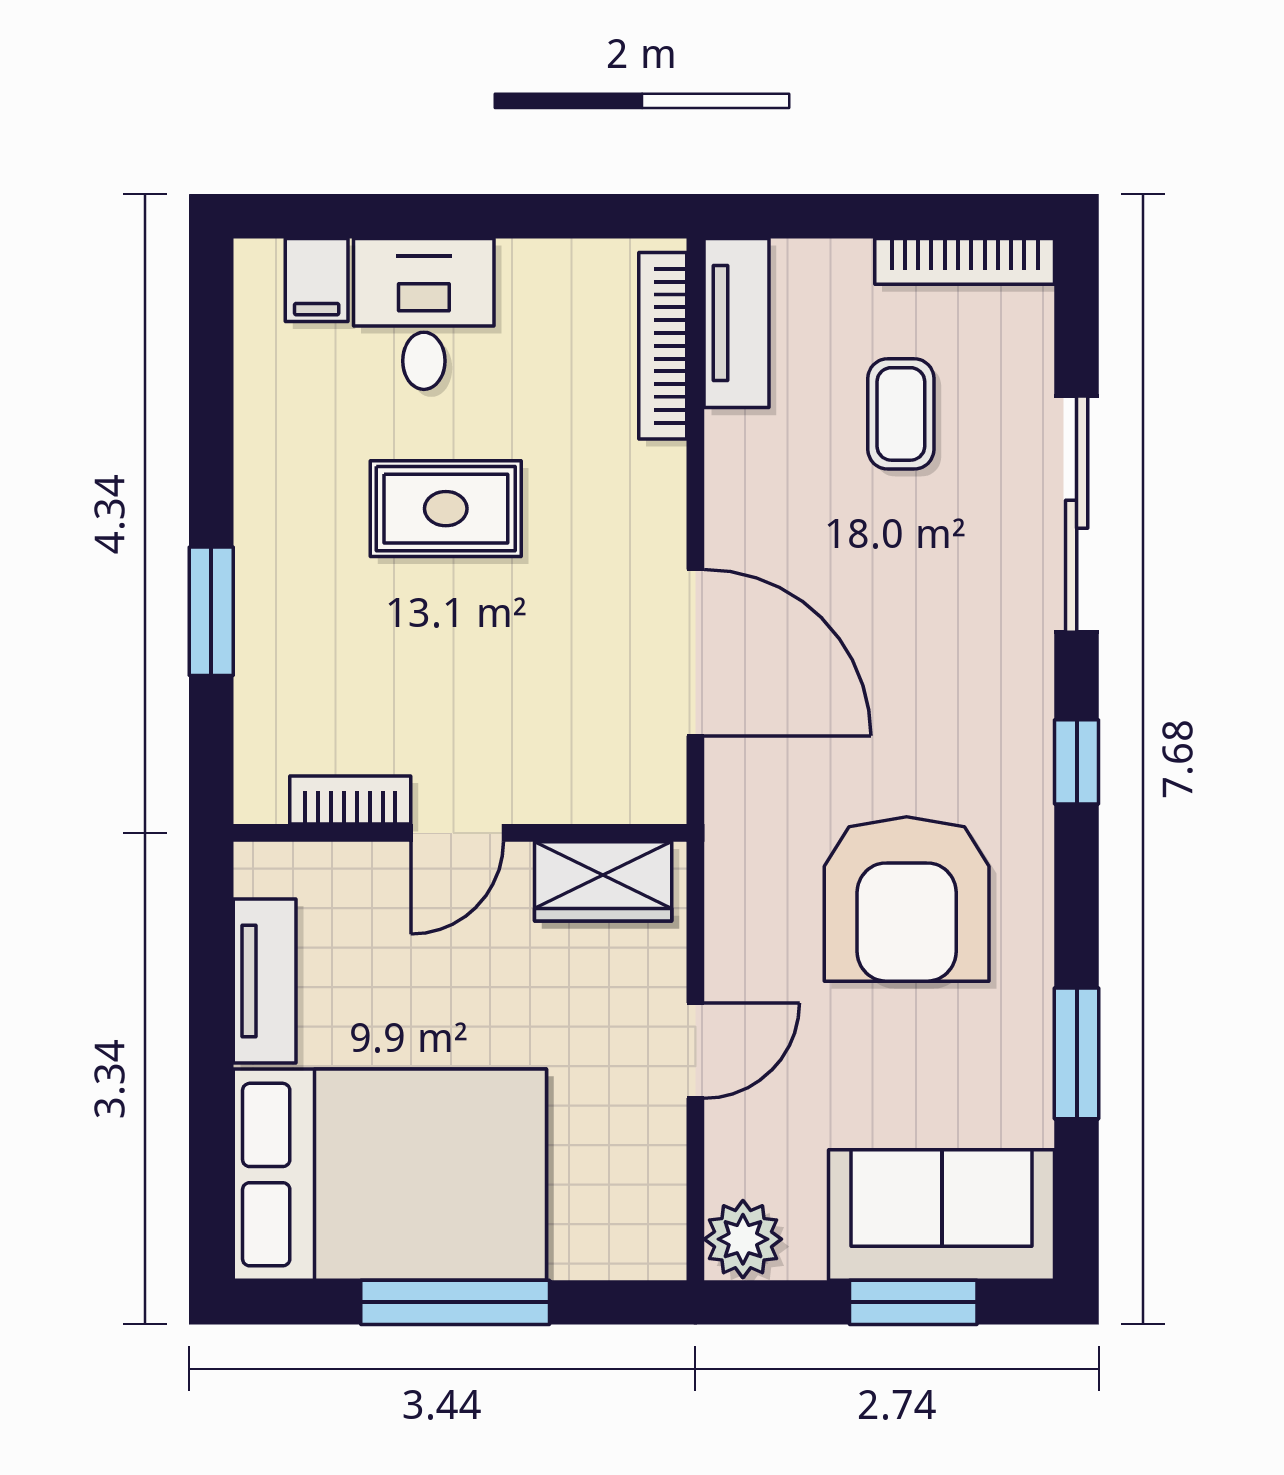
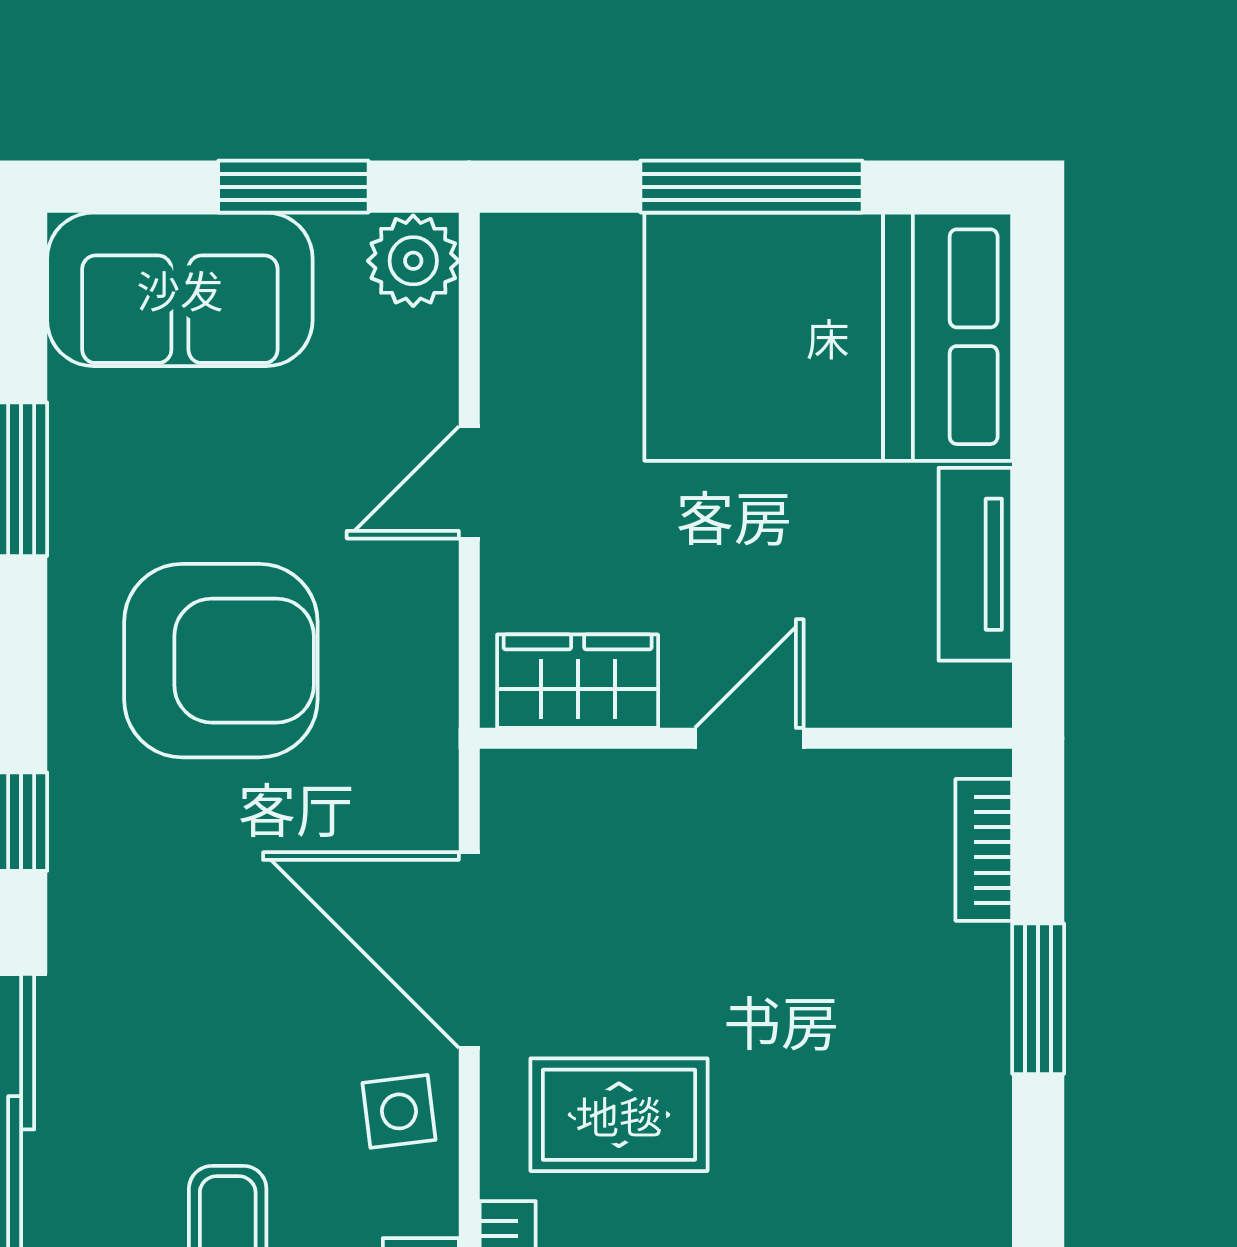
rug: (446, 509) -> (619, 1115), moved
side table: (755, 515) -> (399, 1111), added
bookcase: (350, 800) -> (984, 850), moved, turned 90
armchair: (907, 899) -> (221, 661), turned 90
window: (913, 1302) -> (293, 187), moved

